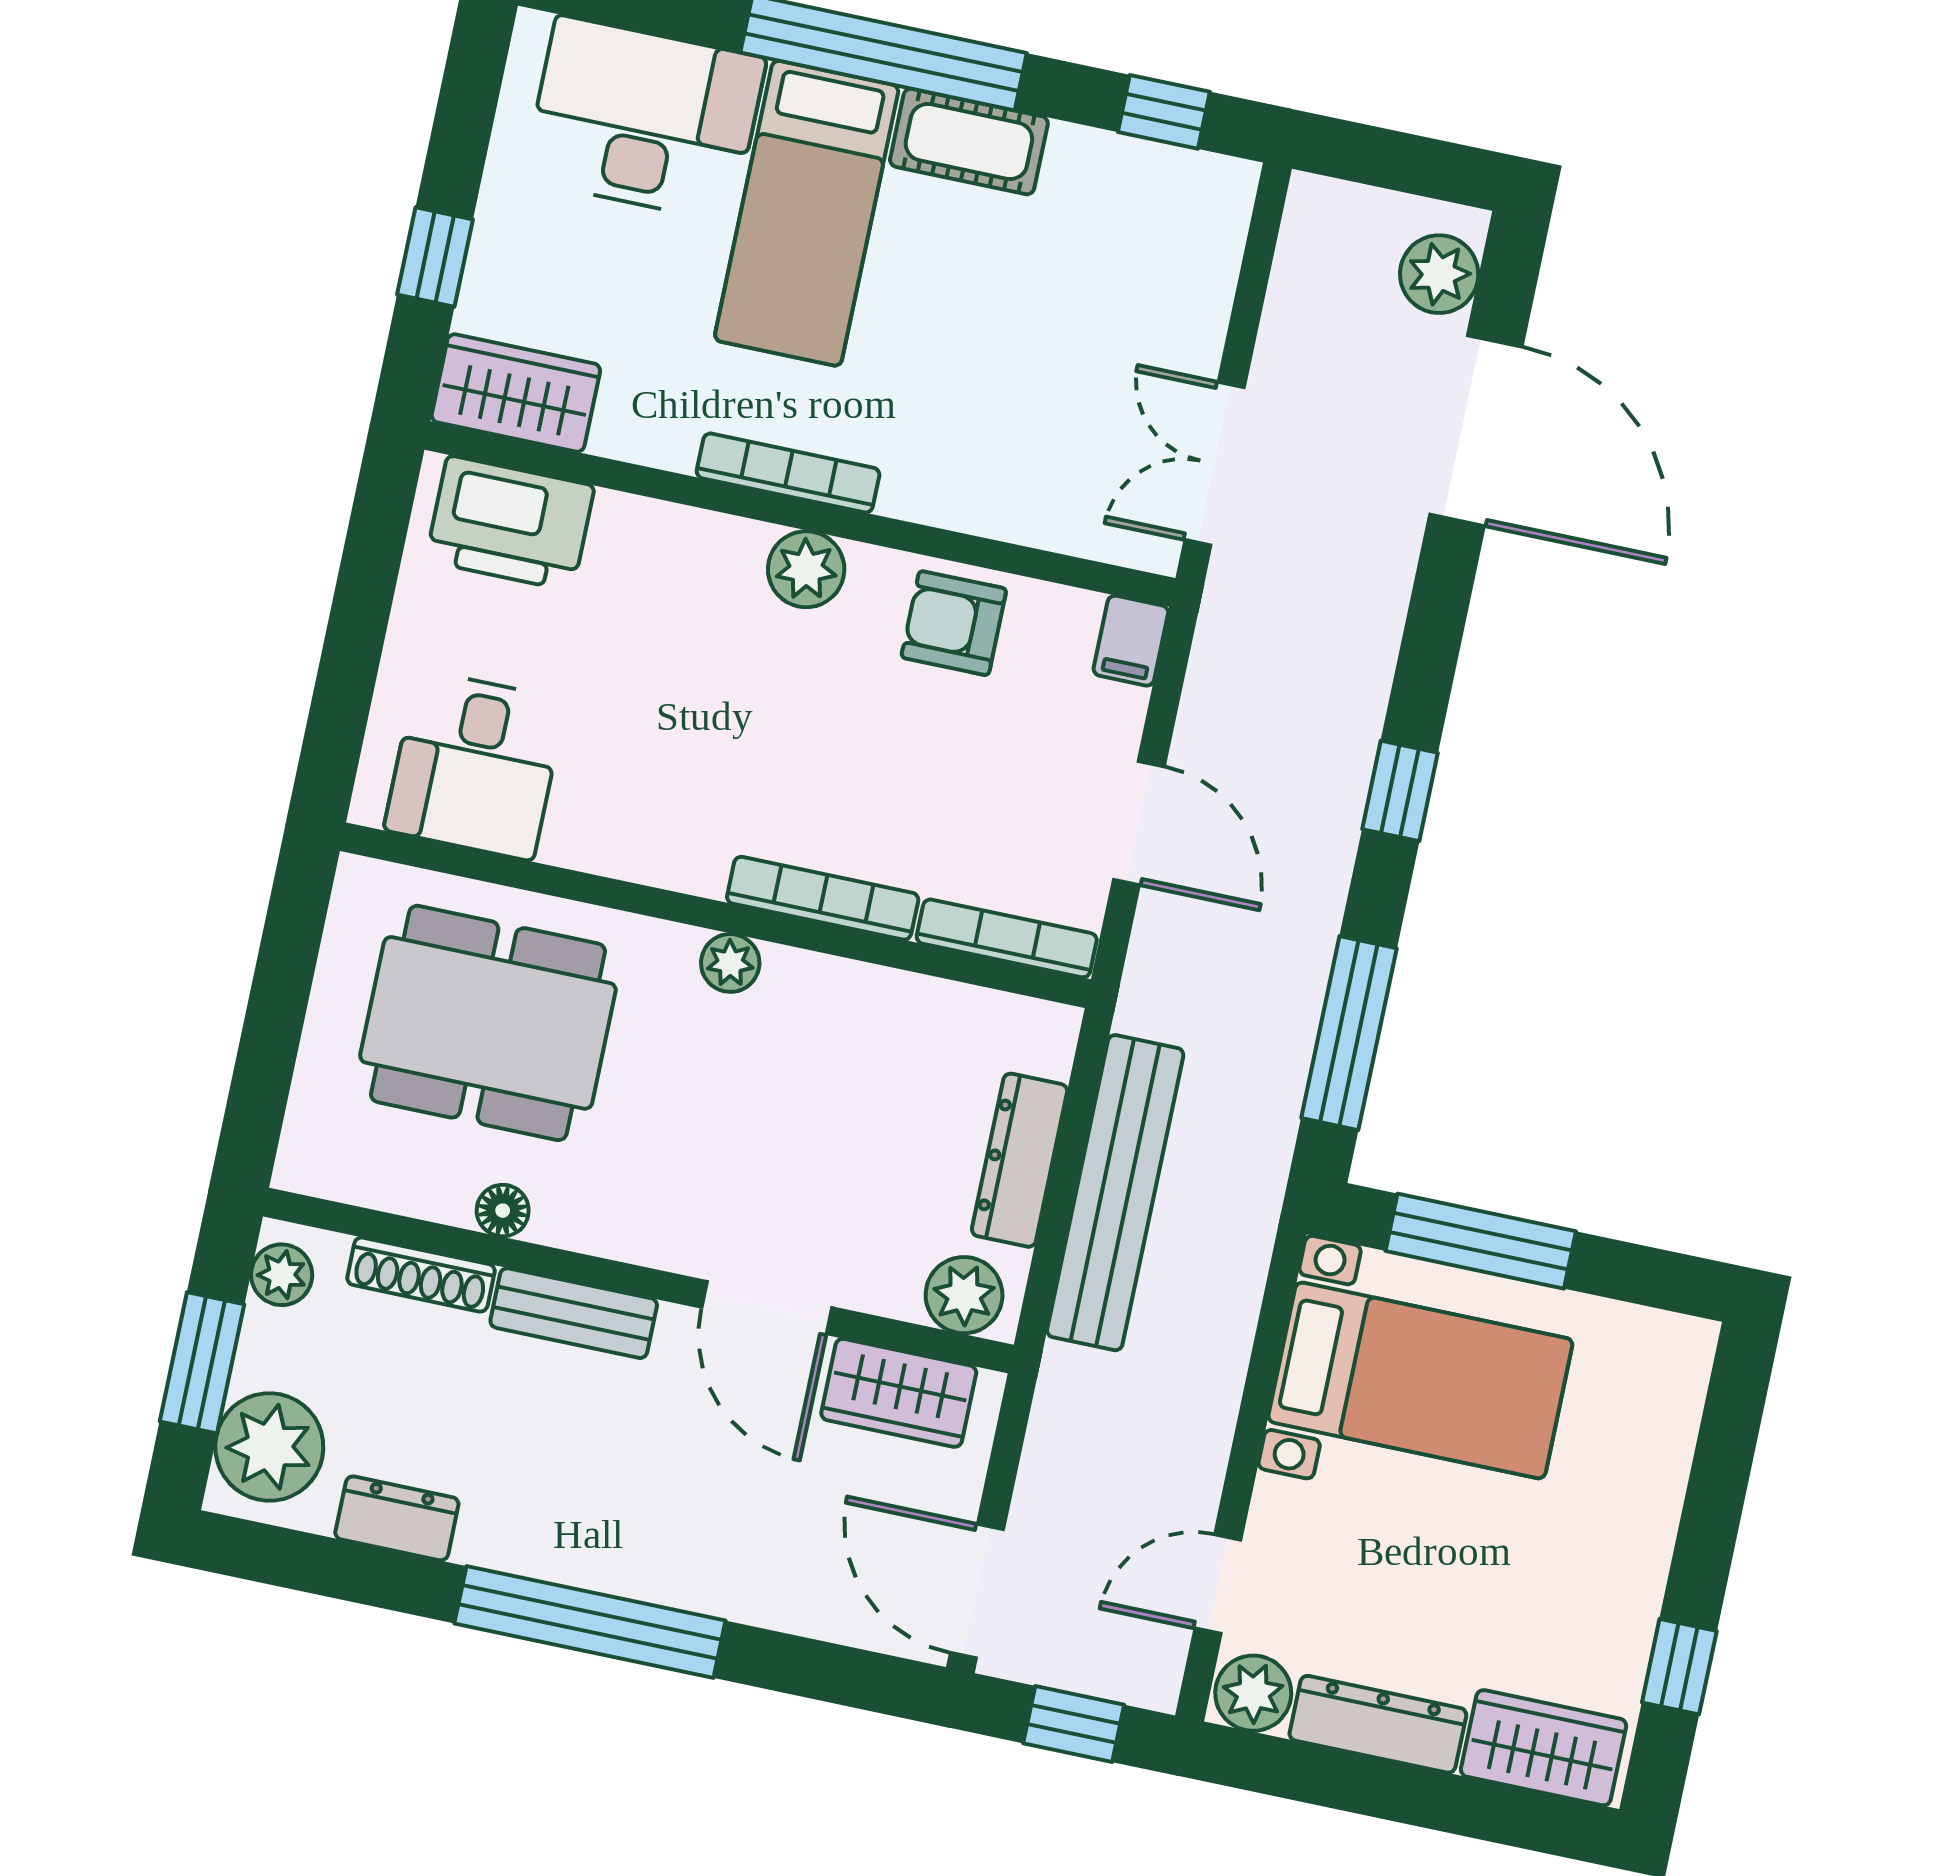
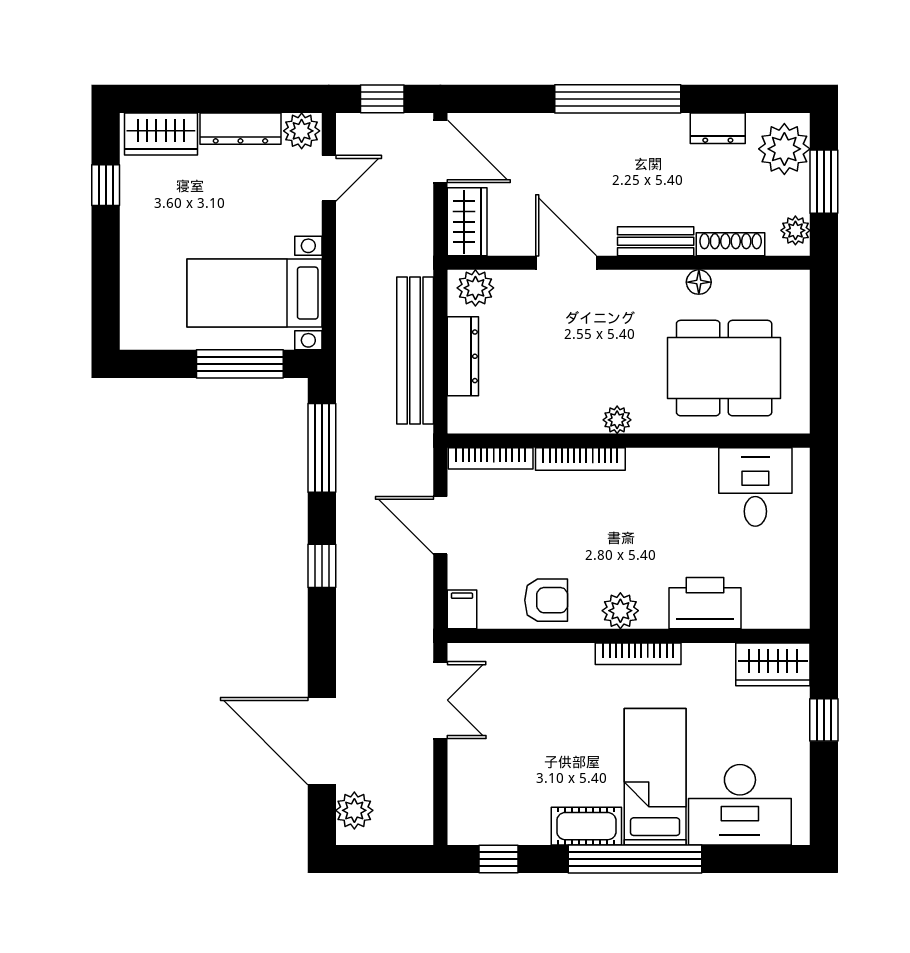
printer: (510, 523) -> (705, 603), moved
wardrobe: (899, 1393) -> (467, 222), moved, turned 90

